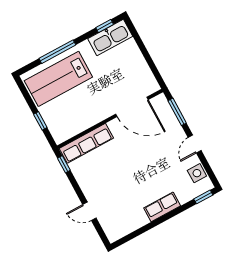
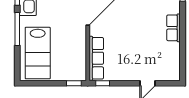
window: (57, 52) -> (17, 29), moved
window: (40, 121) -> (74, 83), moved

